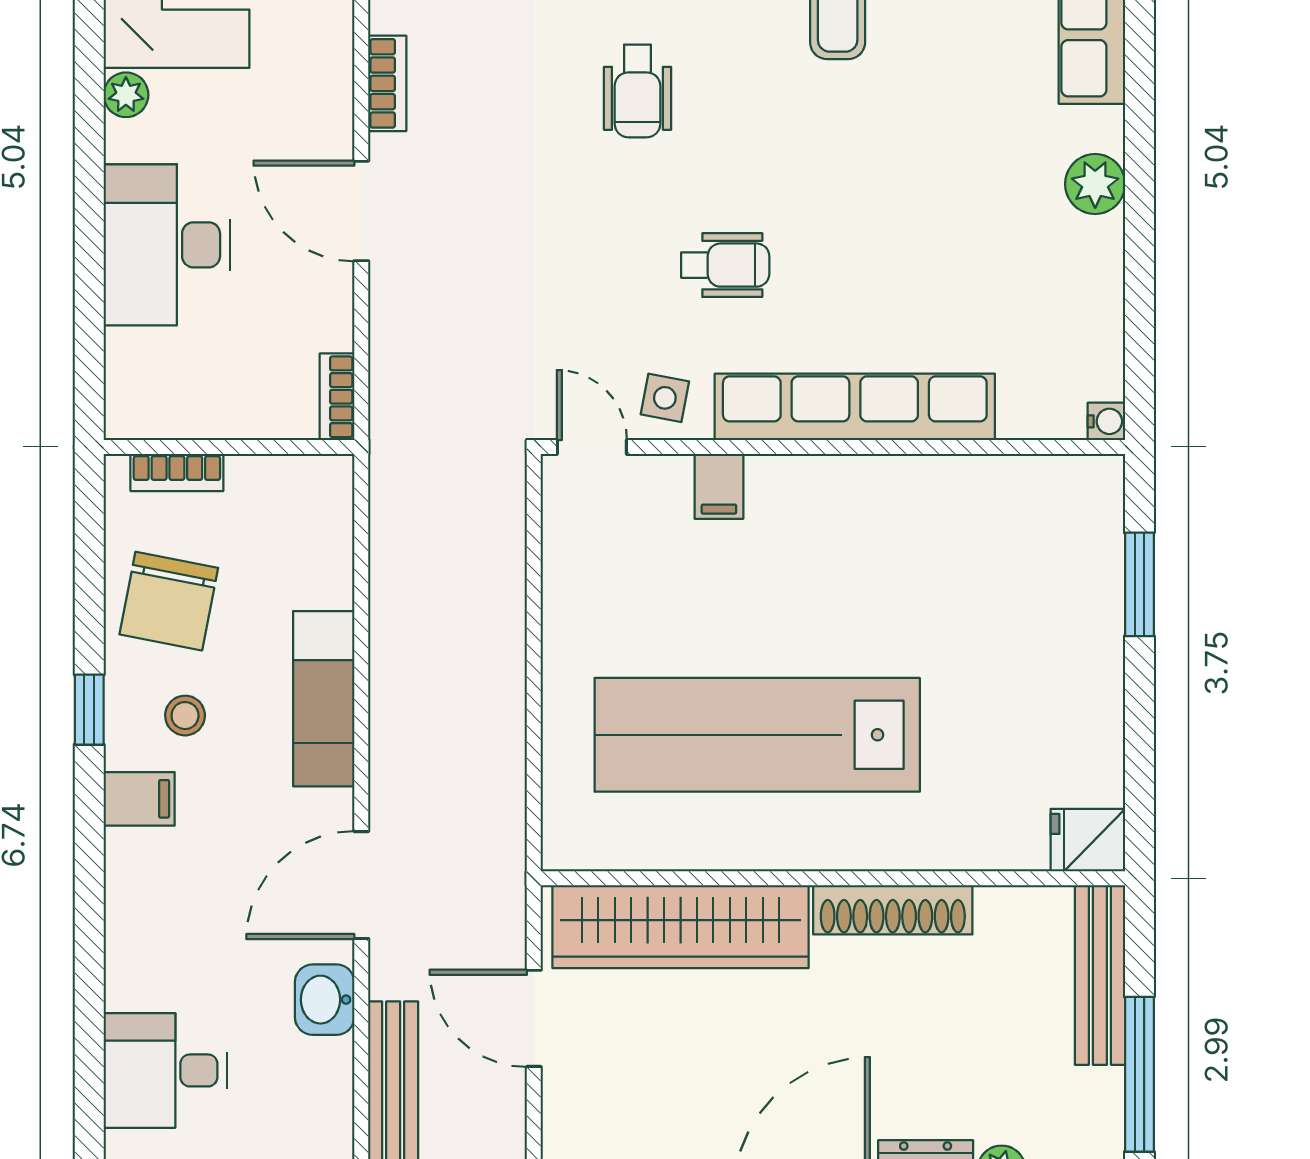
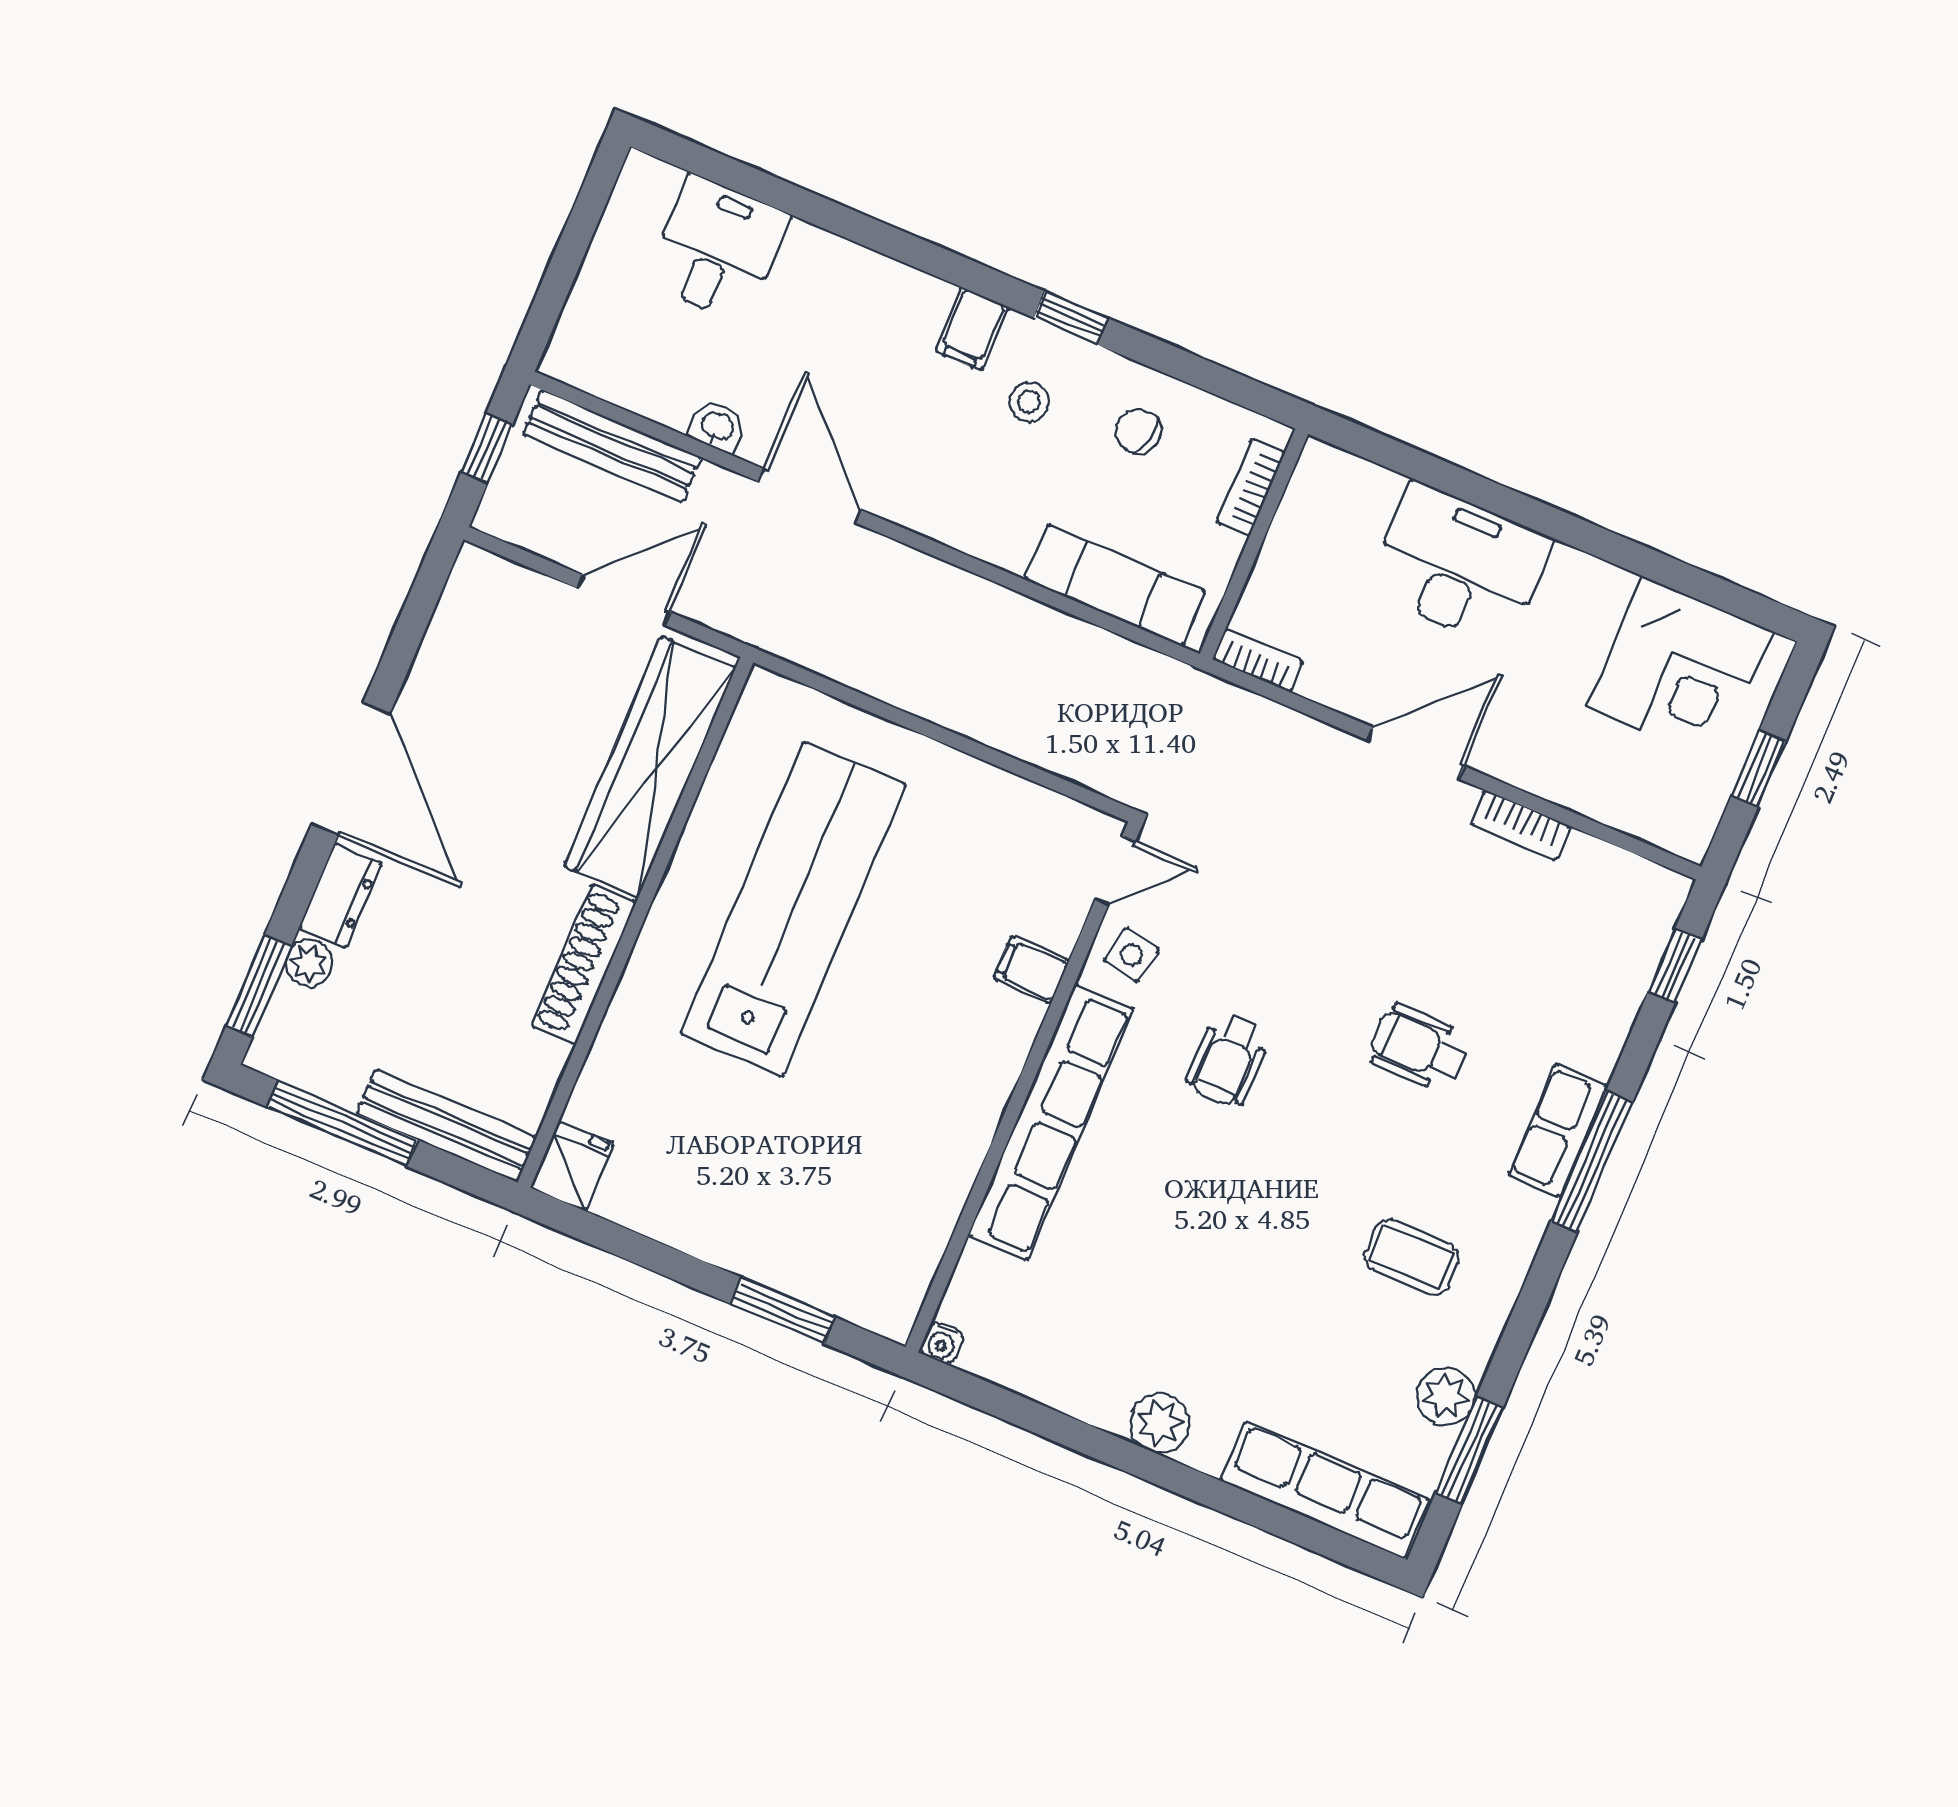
plant: (126, 95) -> (1610, 586), removed
chair: (169, 601) -> (1138, 431), width x0.54, depth x0.54
exam couch: (324, 699) -> (1115, 586), moved
washbasin: (325, 1000) -> (717, 427), width x0.72, depth x0.69

